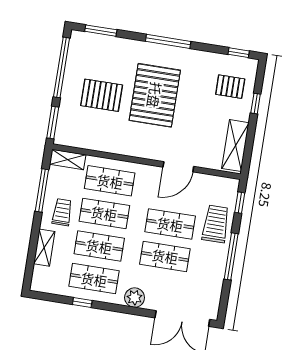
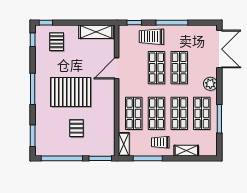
pallet: (102, 95) -> (76, 128), width x0.67, depth x0.71
window: (256, 104) -> (46, 23), moved
door: (178, 167) -> (117, 68), swing flipped
window: (82, 303) -> (219, 119), width x2.17

